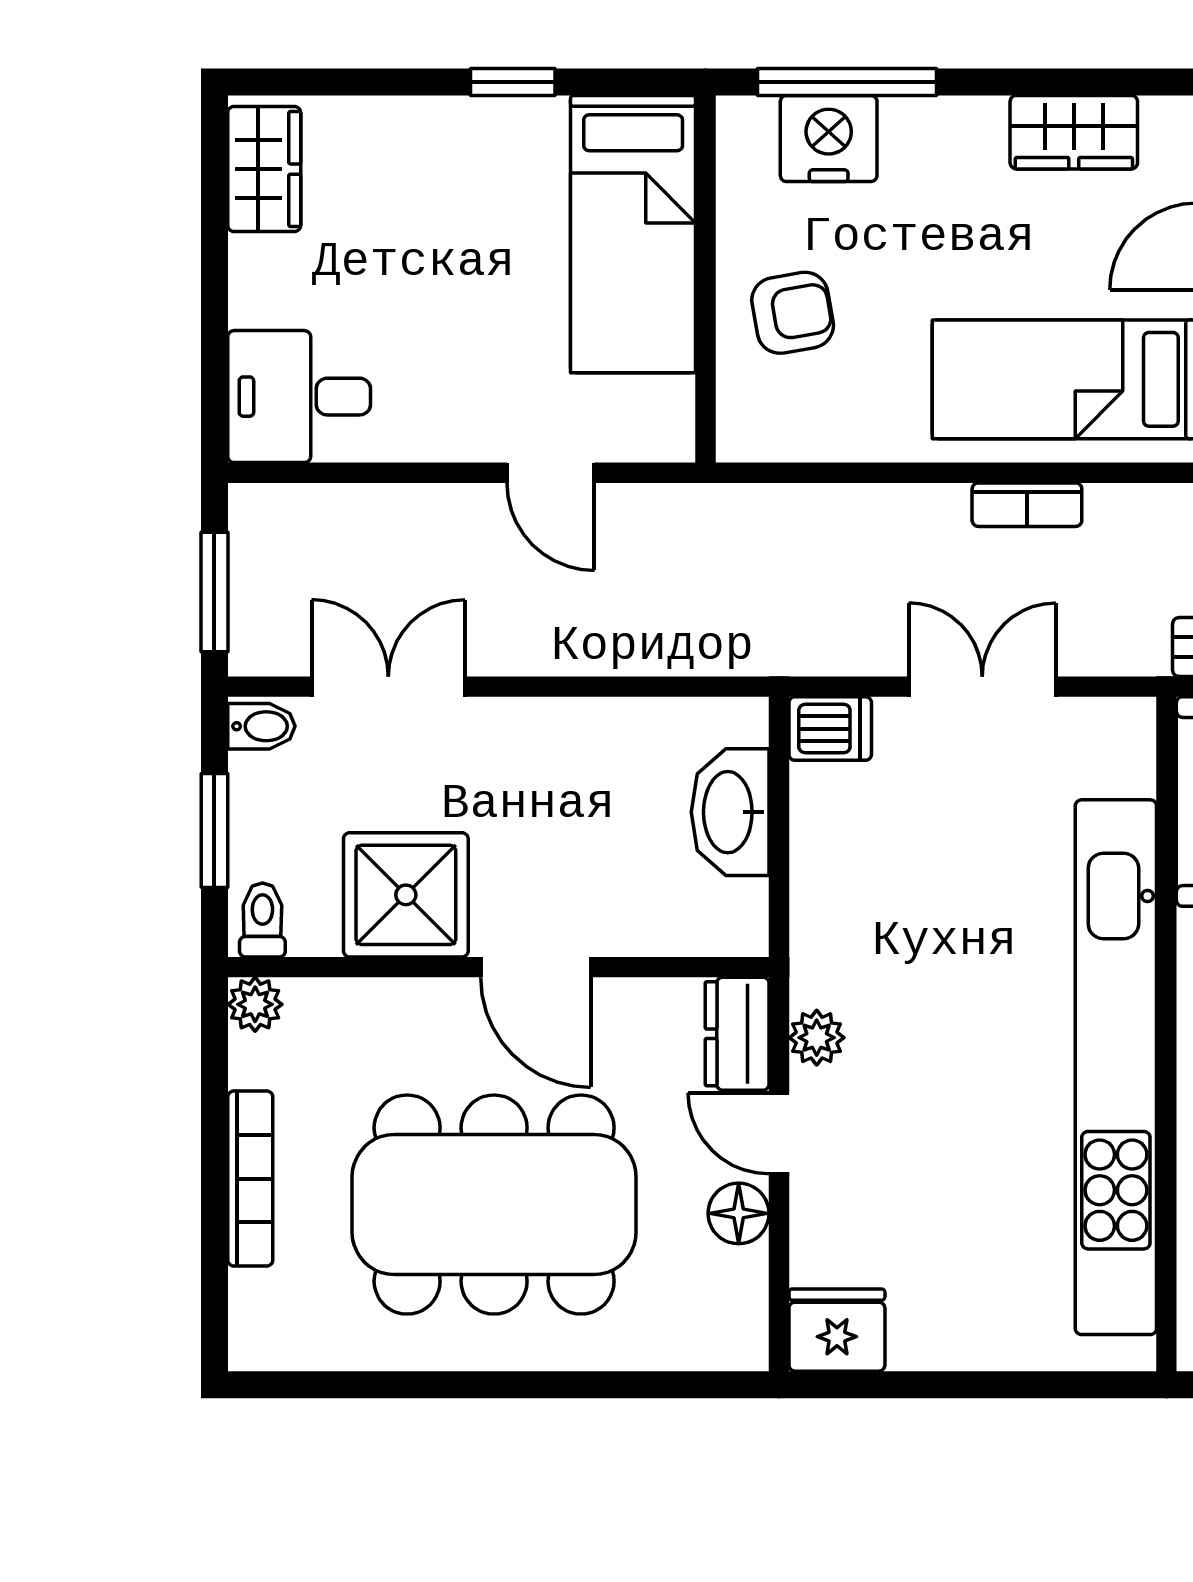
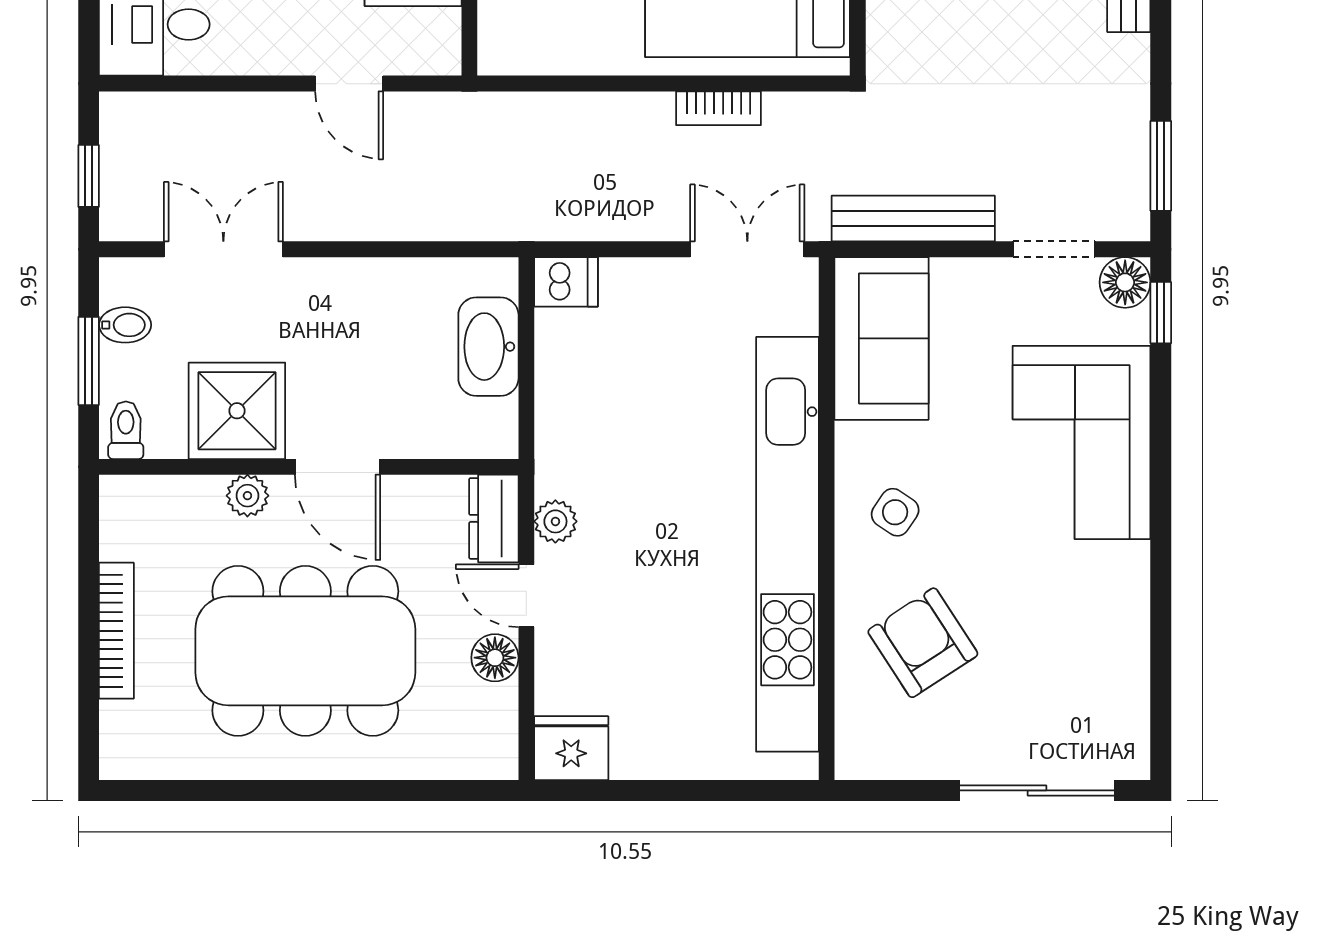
window: (214, 592) -> (89, 176), width x0.67
double door: (982, 687) -> (747, 249), moved
bidet: (262, 726) -> (125, 325), moved
plant: (255, 1004) -> (247, 496), moved

